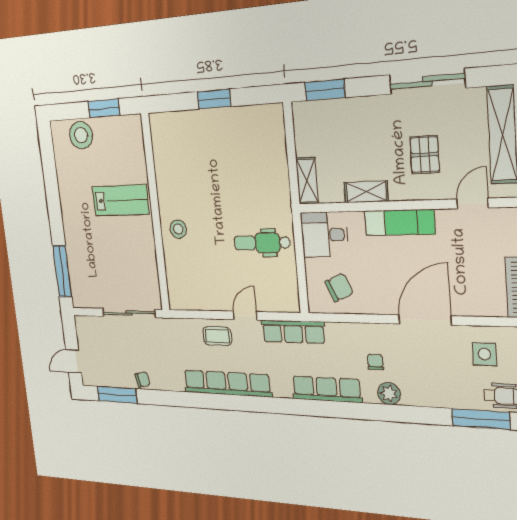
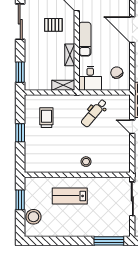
trolley: (245, 150) -> (46, 118), added
lab bench: (121, 200) -> (70, 196), turned -90
dental chair: (262, 243) -> (94, 113), turned 40

